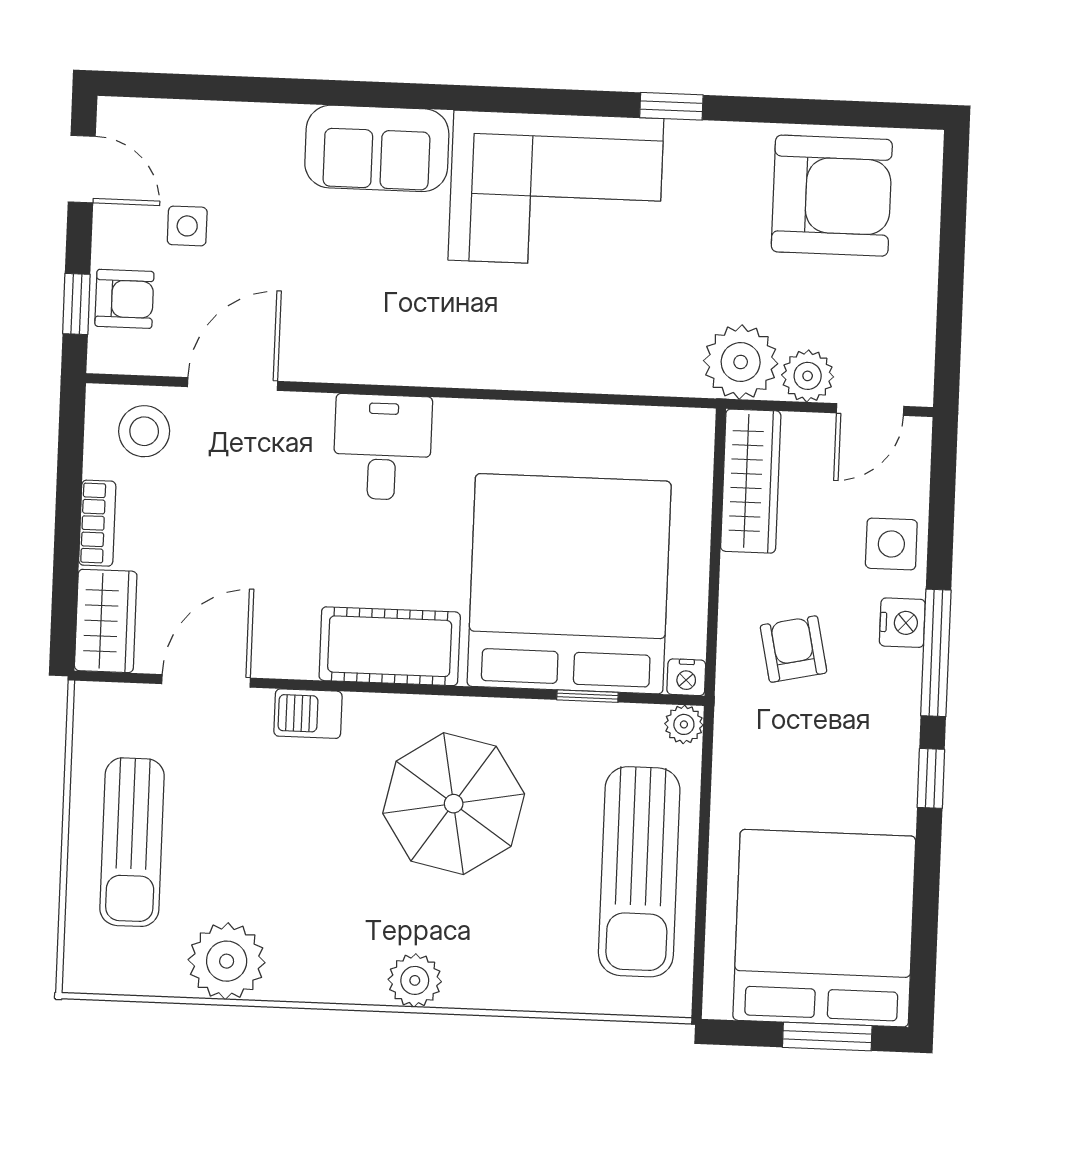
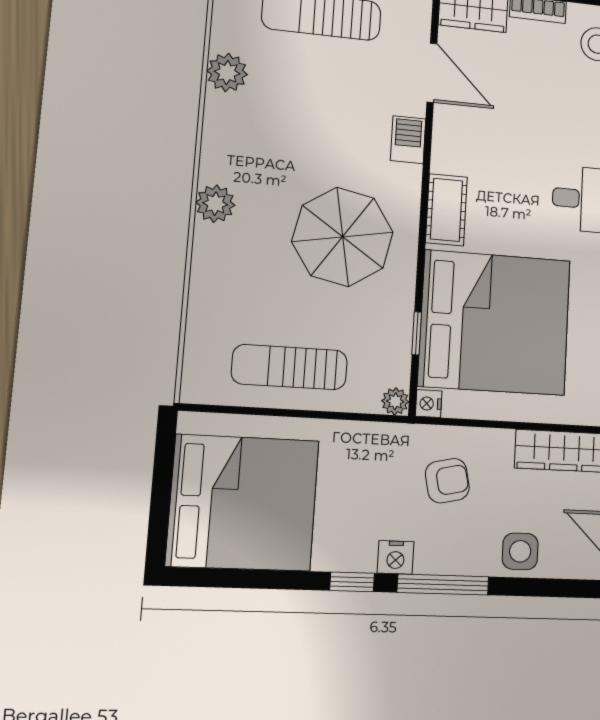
nightstand: (902, 623) -> (396, 557), moved
cot: (390, 646) -> (446, 210), width x0.73, depth x0.75
sun lounger: (639, 872) -> (290, 367), width x0.73, depth x0.75
plant: (227, 961) -> (227, 72), width x0.73, depth x0.73
window: (827, 1037) -> (160, 505), removed

